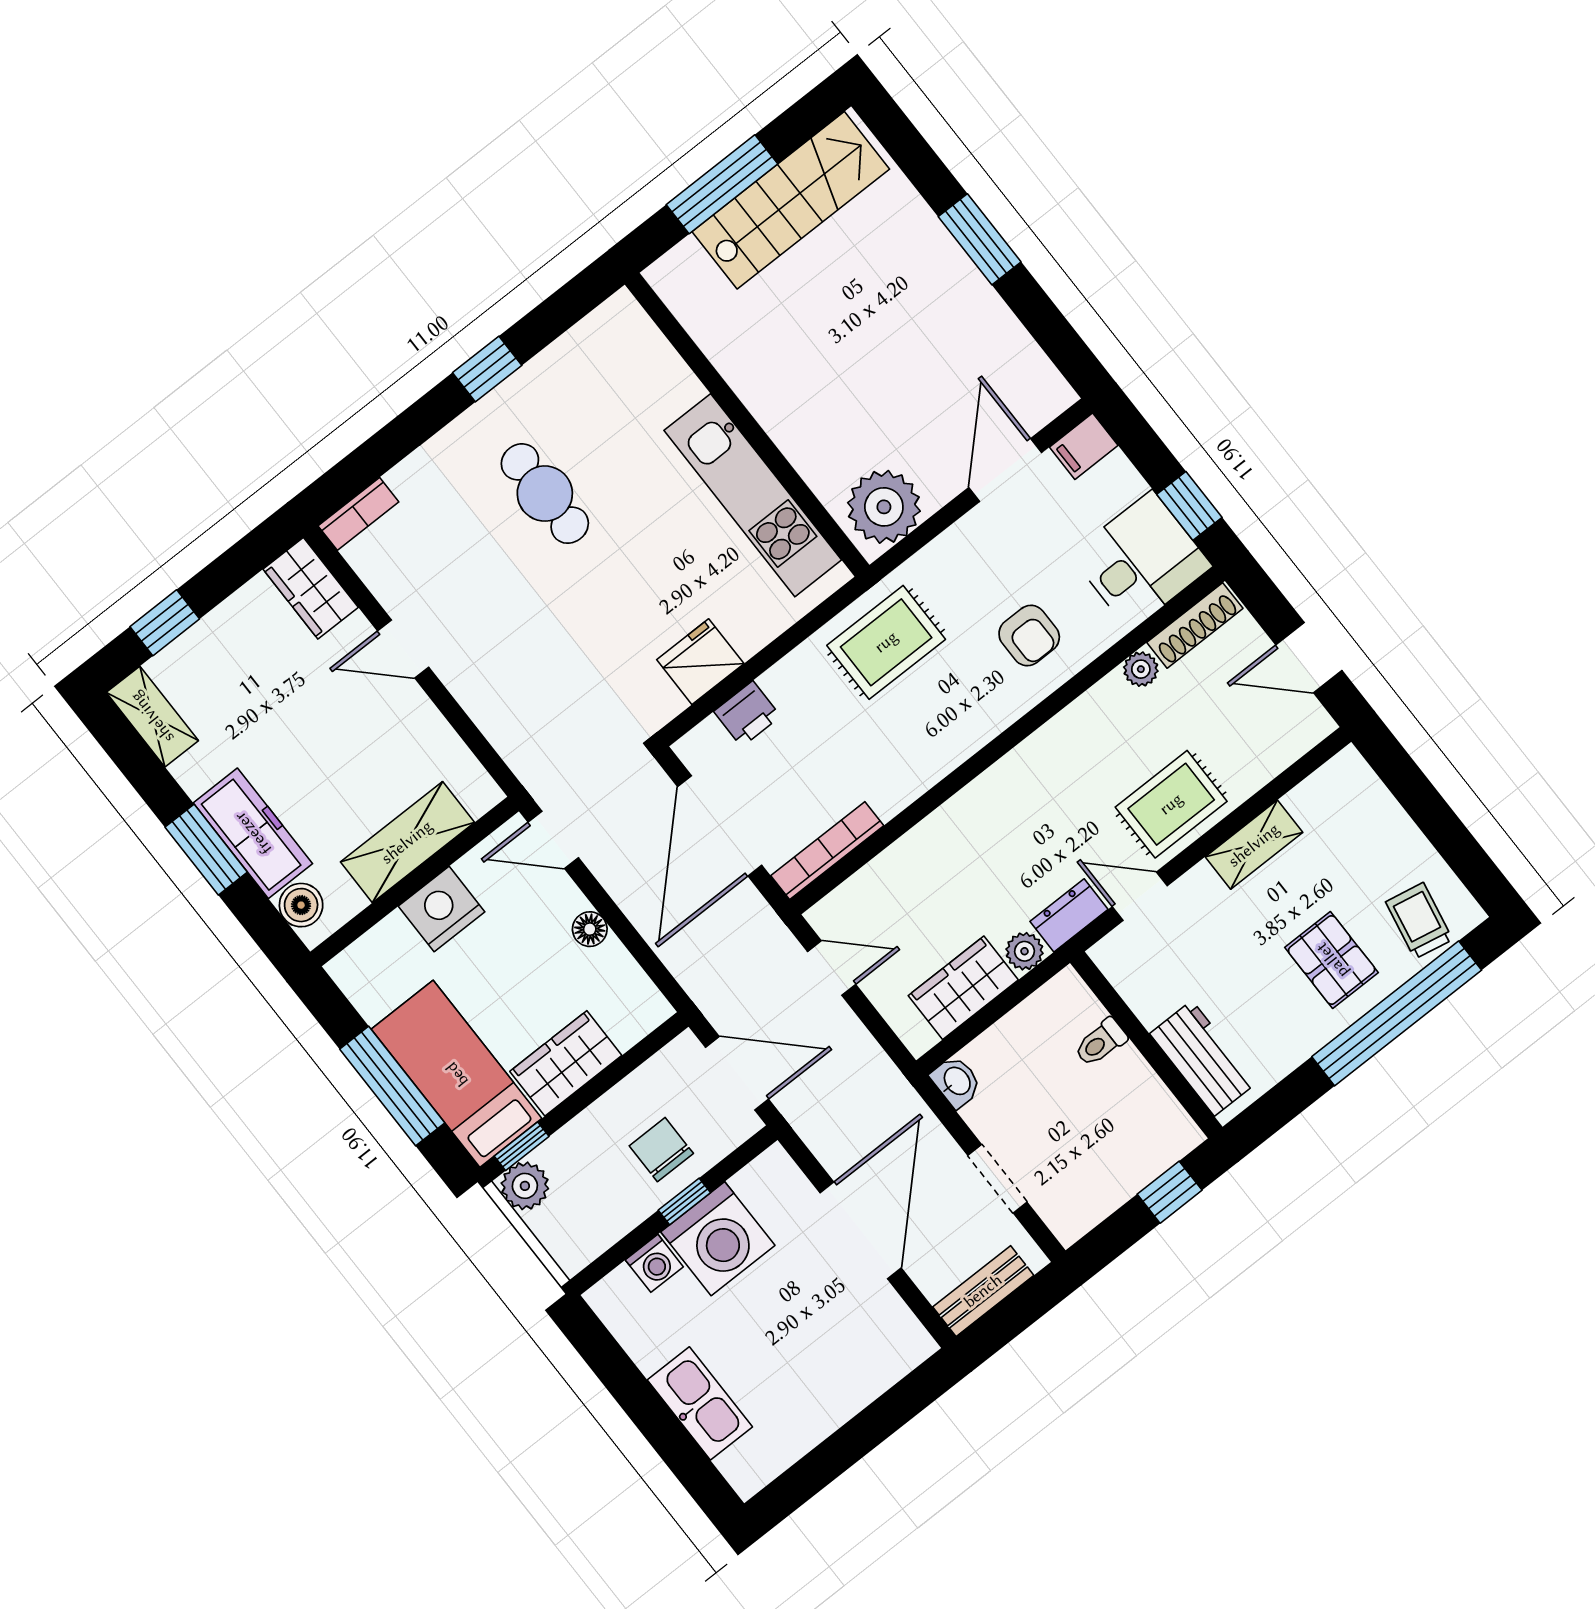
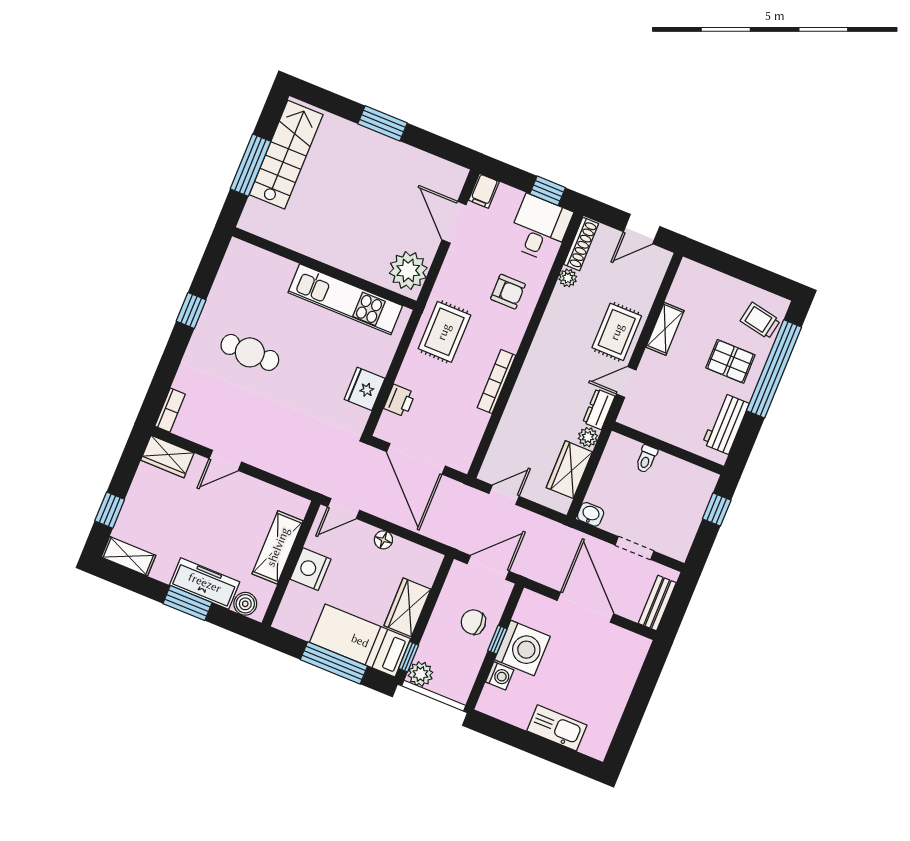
bookcase: (827, 851) -> (496, 381), moved
workbench: (1203, 1058) -> (726, 424), moved, turned -90

